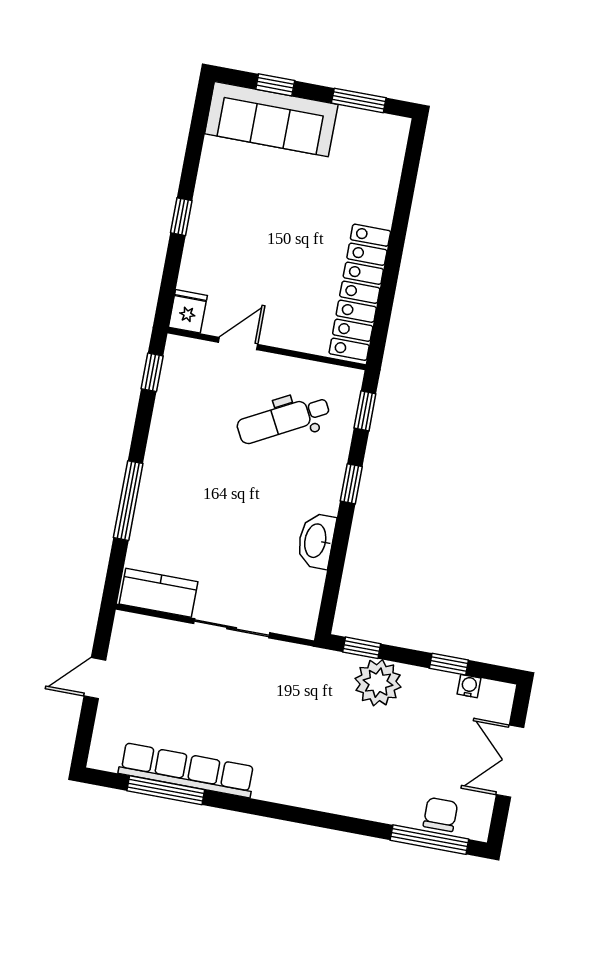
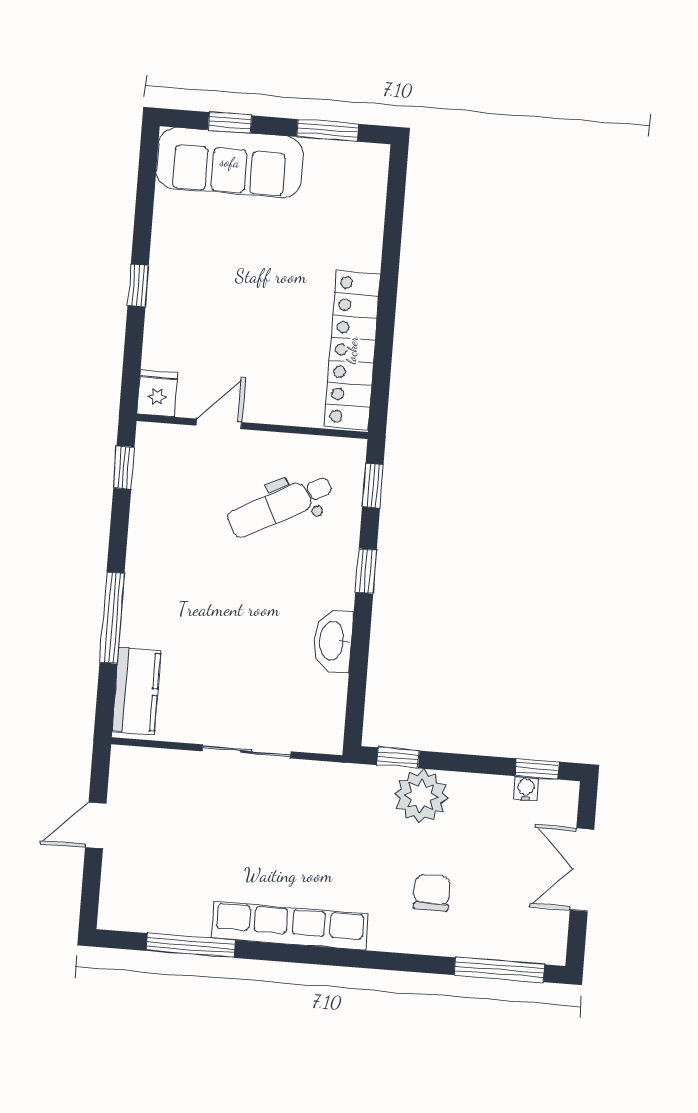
kitchen counter: (159, 593) -> (136, 691), moved, turned 90
window: (449, 664) -> (537, 769), moved
row of seats: (187, 770) -> (290, 926), moved
chair: (440, 814) -> (432, 893), moved

